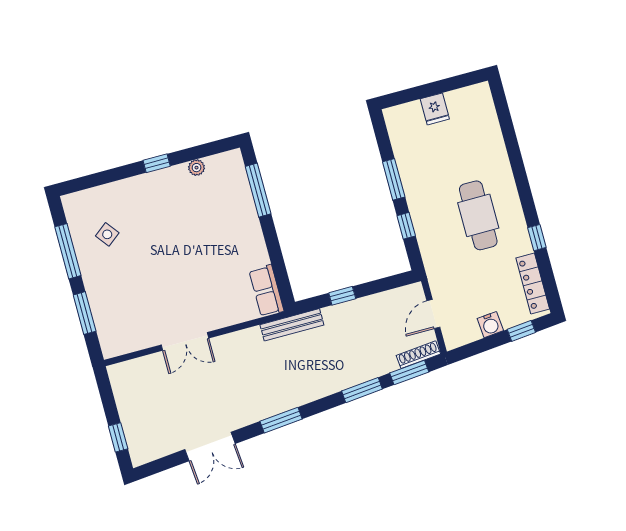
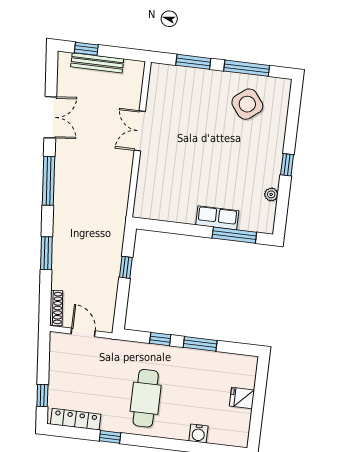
cafe table: (478, 215) -> (146, 398), turned 90
side table: (107, 234) -> (247, 104), width x1.87, depth x1.87
row of seats: (266, 291) -> (217, 218), moved
bench: (292, 325) -> (97, 63), moved, turned 90
water cooler: (490, 325) -> (198, 433), moved, turned -85
window: (409, 372) -> (45, 295), removed
window: (281, 420) -> (48, 181), width x1.44
double door: (210, 447) -> (50, 117), swing flipped

